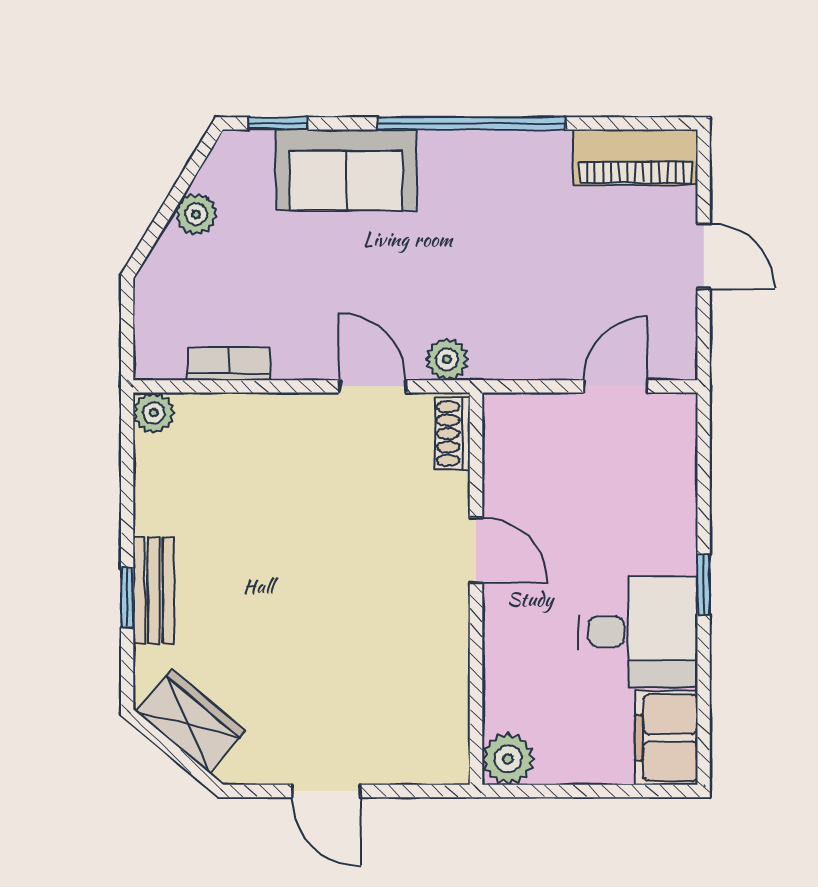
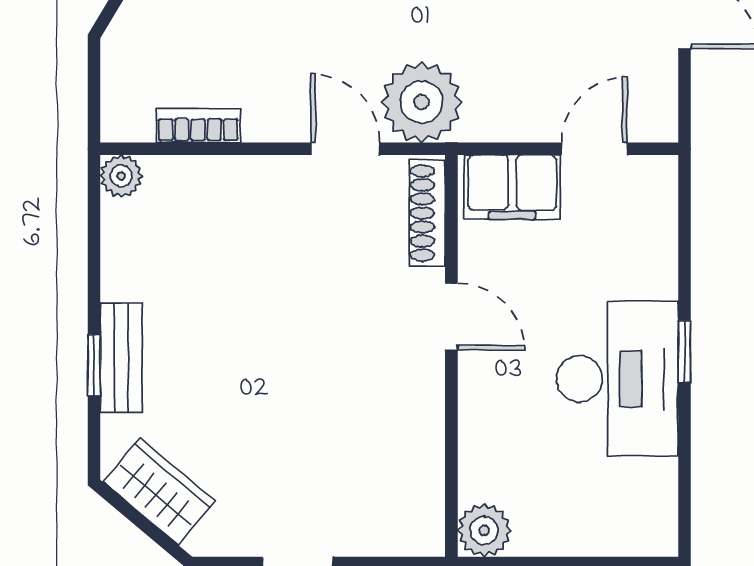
plant: (447, 359) -> (422, 102), width x1.87, depth x1.87
shoe rack: (452, 434) -> (427, 213), width x1.43
desk: (638, 631) -> (617, 379), width x1.37
filing cabinet: (666, 738) -> (512, 187), moved, turned -90

